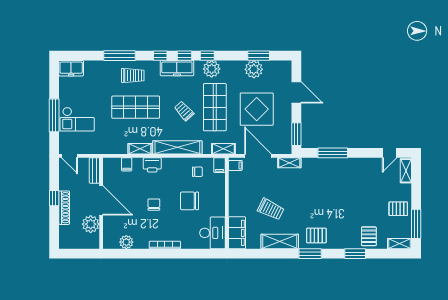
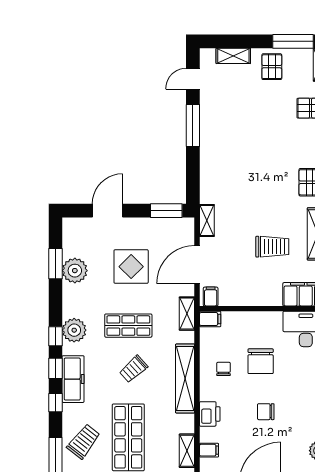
trolley: (133, 75) -> (84, 441), turned 38
shop shelf: (215, 107) -> (128, 326), width x0.70, depth x0.74
display table: (257, 109) -> (131, 267), width x0.73, depth x0.73
shelving: (140, 149) -> (187, 451), moved
window: (333, 153) -> (193, 126), moved
door: (390, 153) -> (193, 79), swing flipped
shelving: (406, 171) -> (233, 56), moved
chair: (197, 172) -> (224, 369), moved
trolley: (271, 209) -> (272, 247), turned 64

